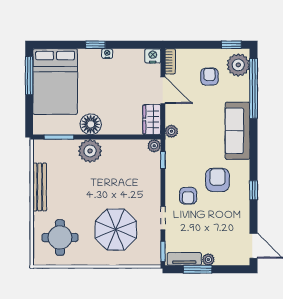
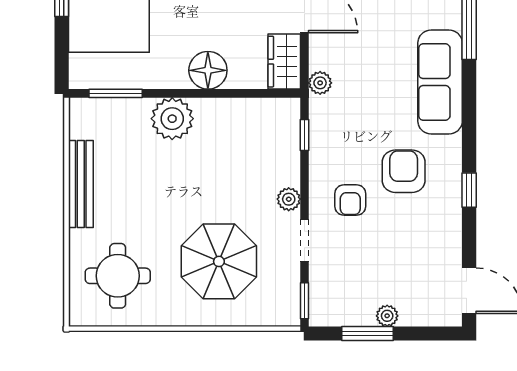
floor lamp: (91, 124) -> (208, 70), moved
plant: (154, 146) -> (289, 199), moved
tv unit: (184, 259) -> (343, 315), removed

